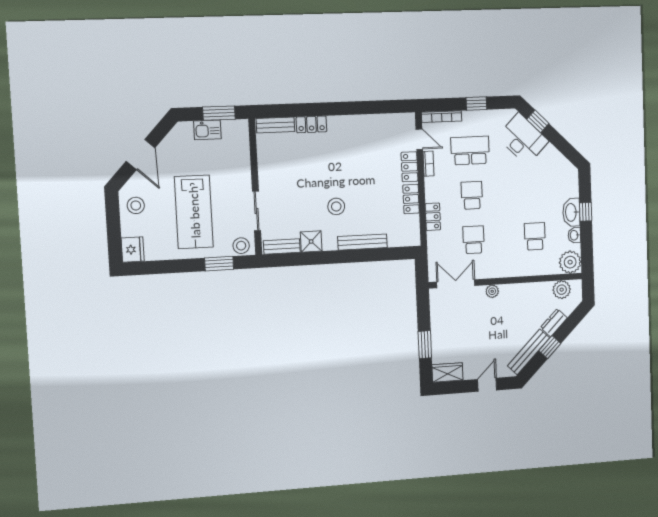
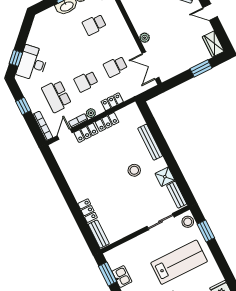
plant: (431, 184) -> (91, 113), added

